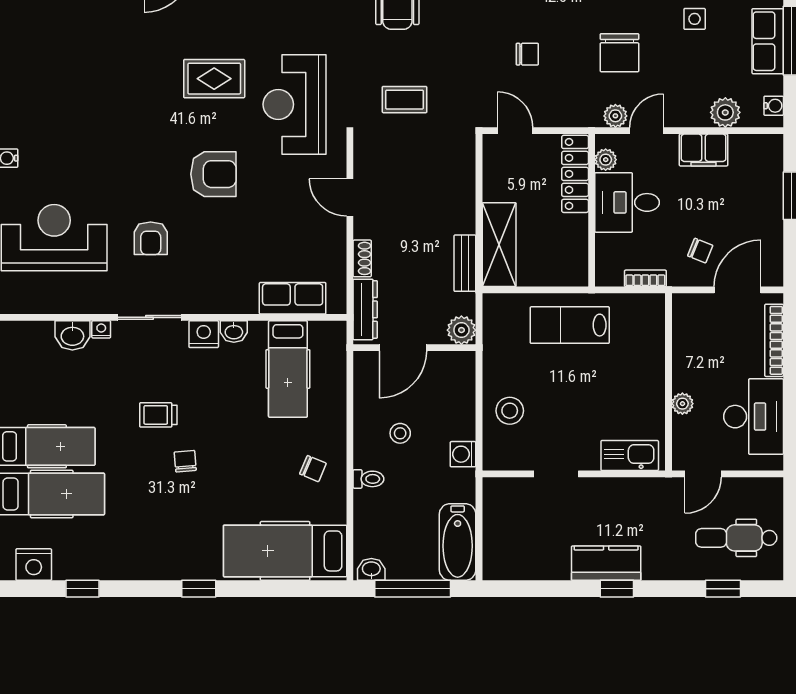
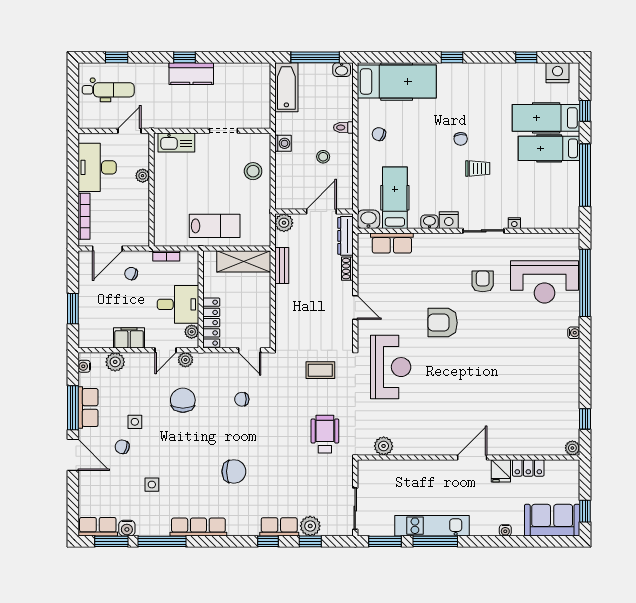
rug: (214, 79) -> (442, 384), removed
shelving: (499, 245) -> (244, 261), moved, turned 90
washbasin: (72, 335) -> (368, 219), moved

